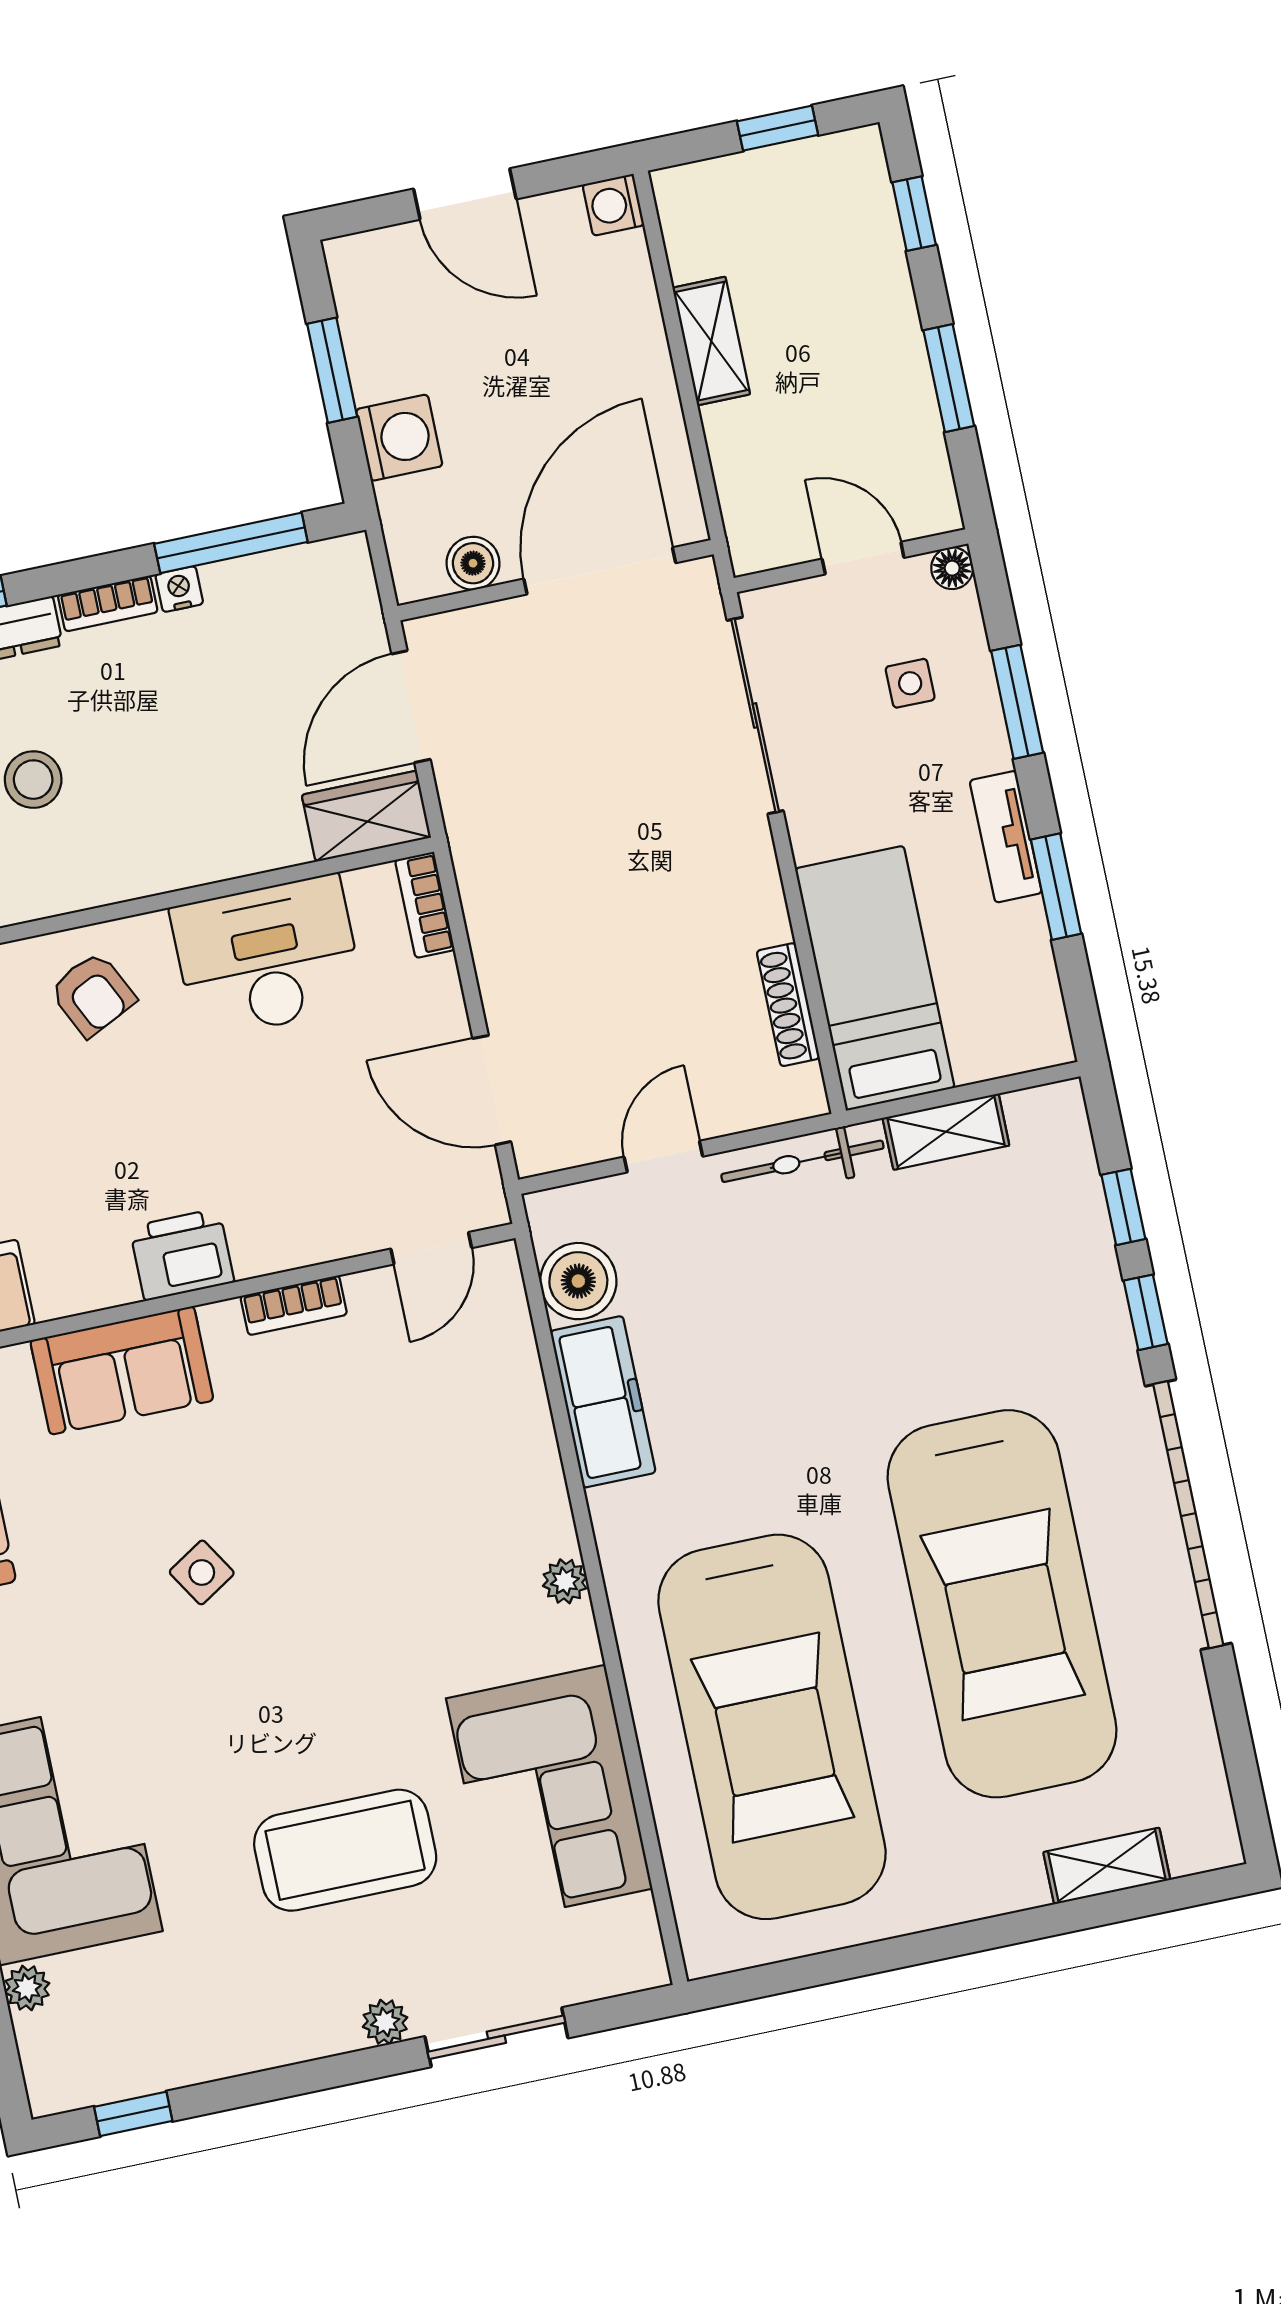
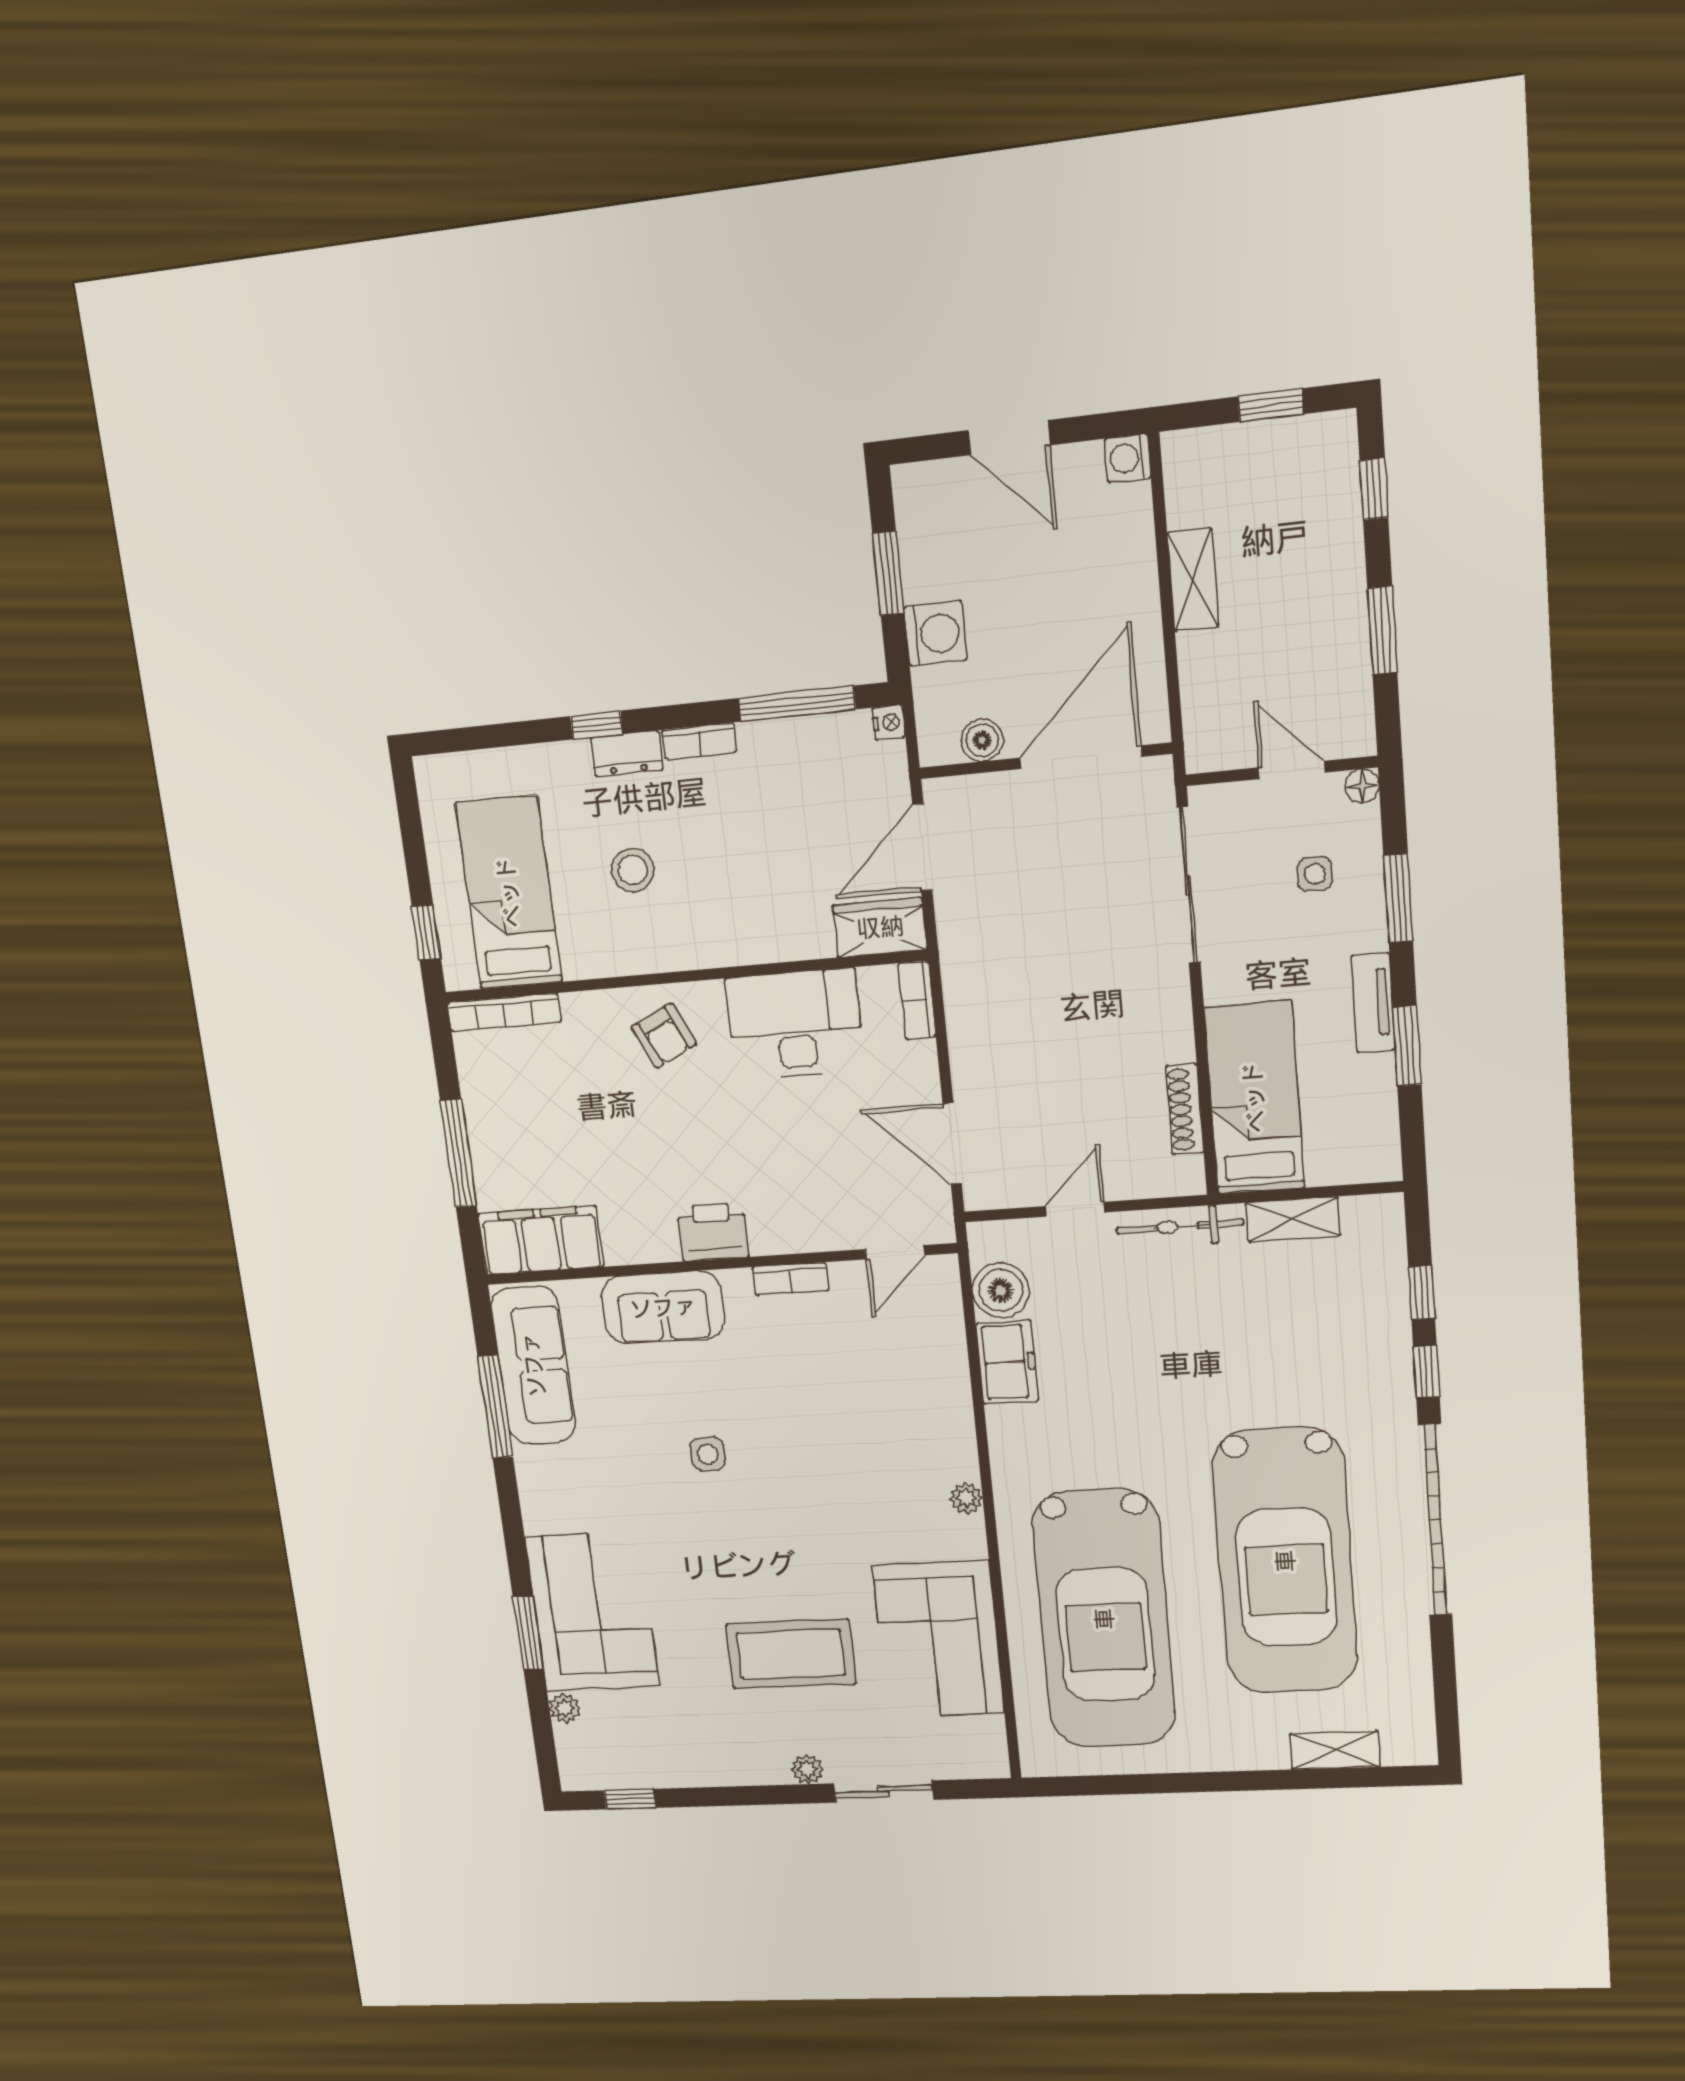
nightstand: (179, 589) -> (889, 723), moved, turned 90
freezer: (603, 1402) -> (1007, 1362), width x0.71
side table: (202, 1572) -> (708, 1454), turned 32

